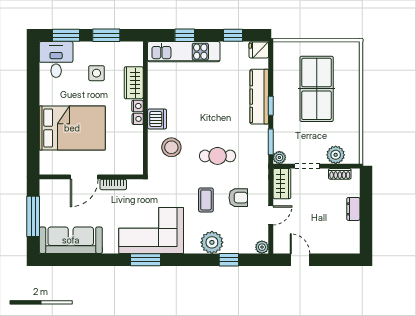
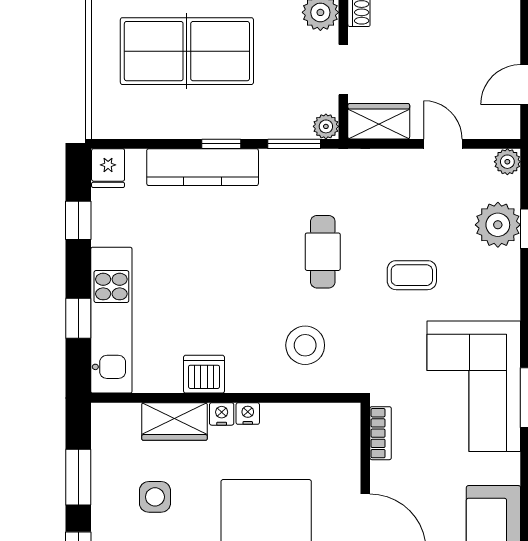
dishwasher: (157, 119) -> (204, 374), moved
bookcase: (113, 185) -> (381, 433), moved
armchair: (238, 198) -> (407, 210), removed
plant: (212, 242) -> (498, 225), moved

